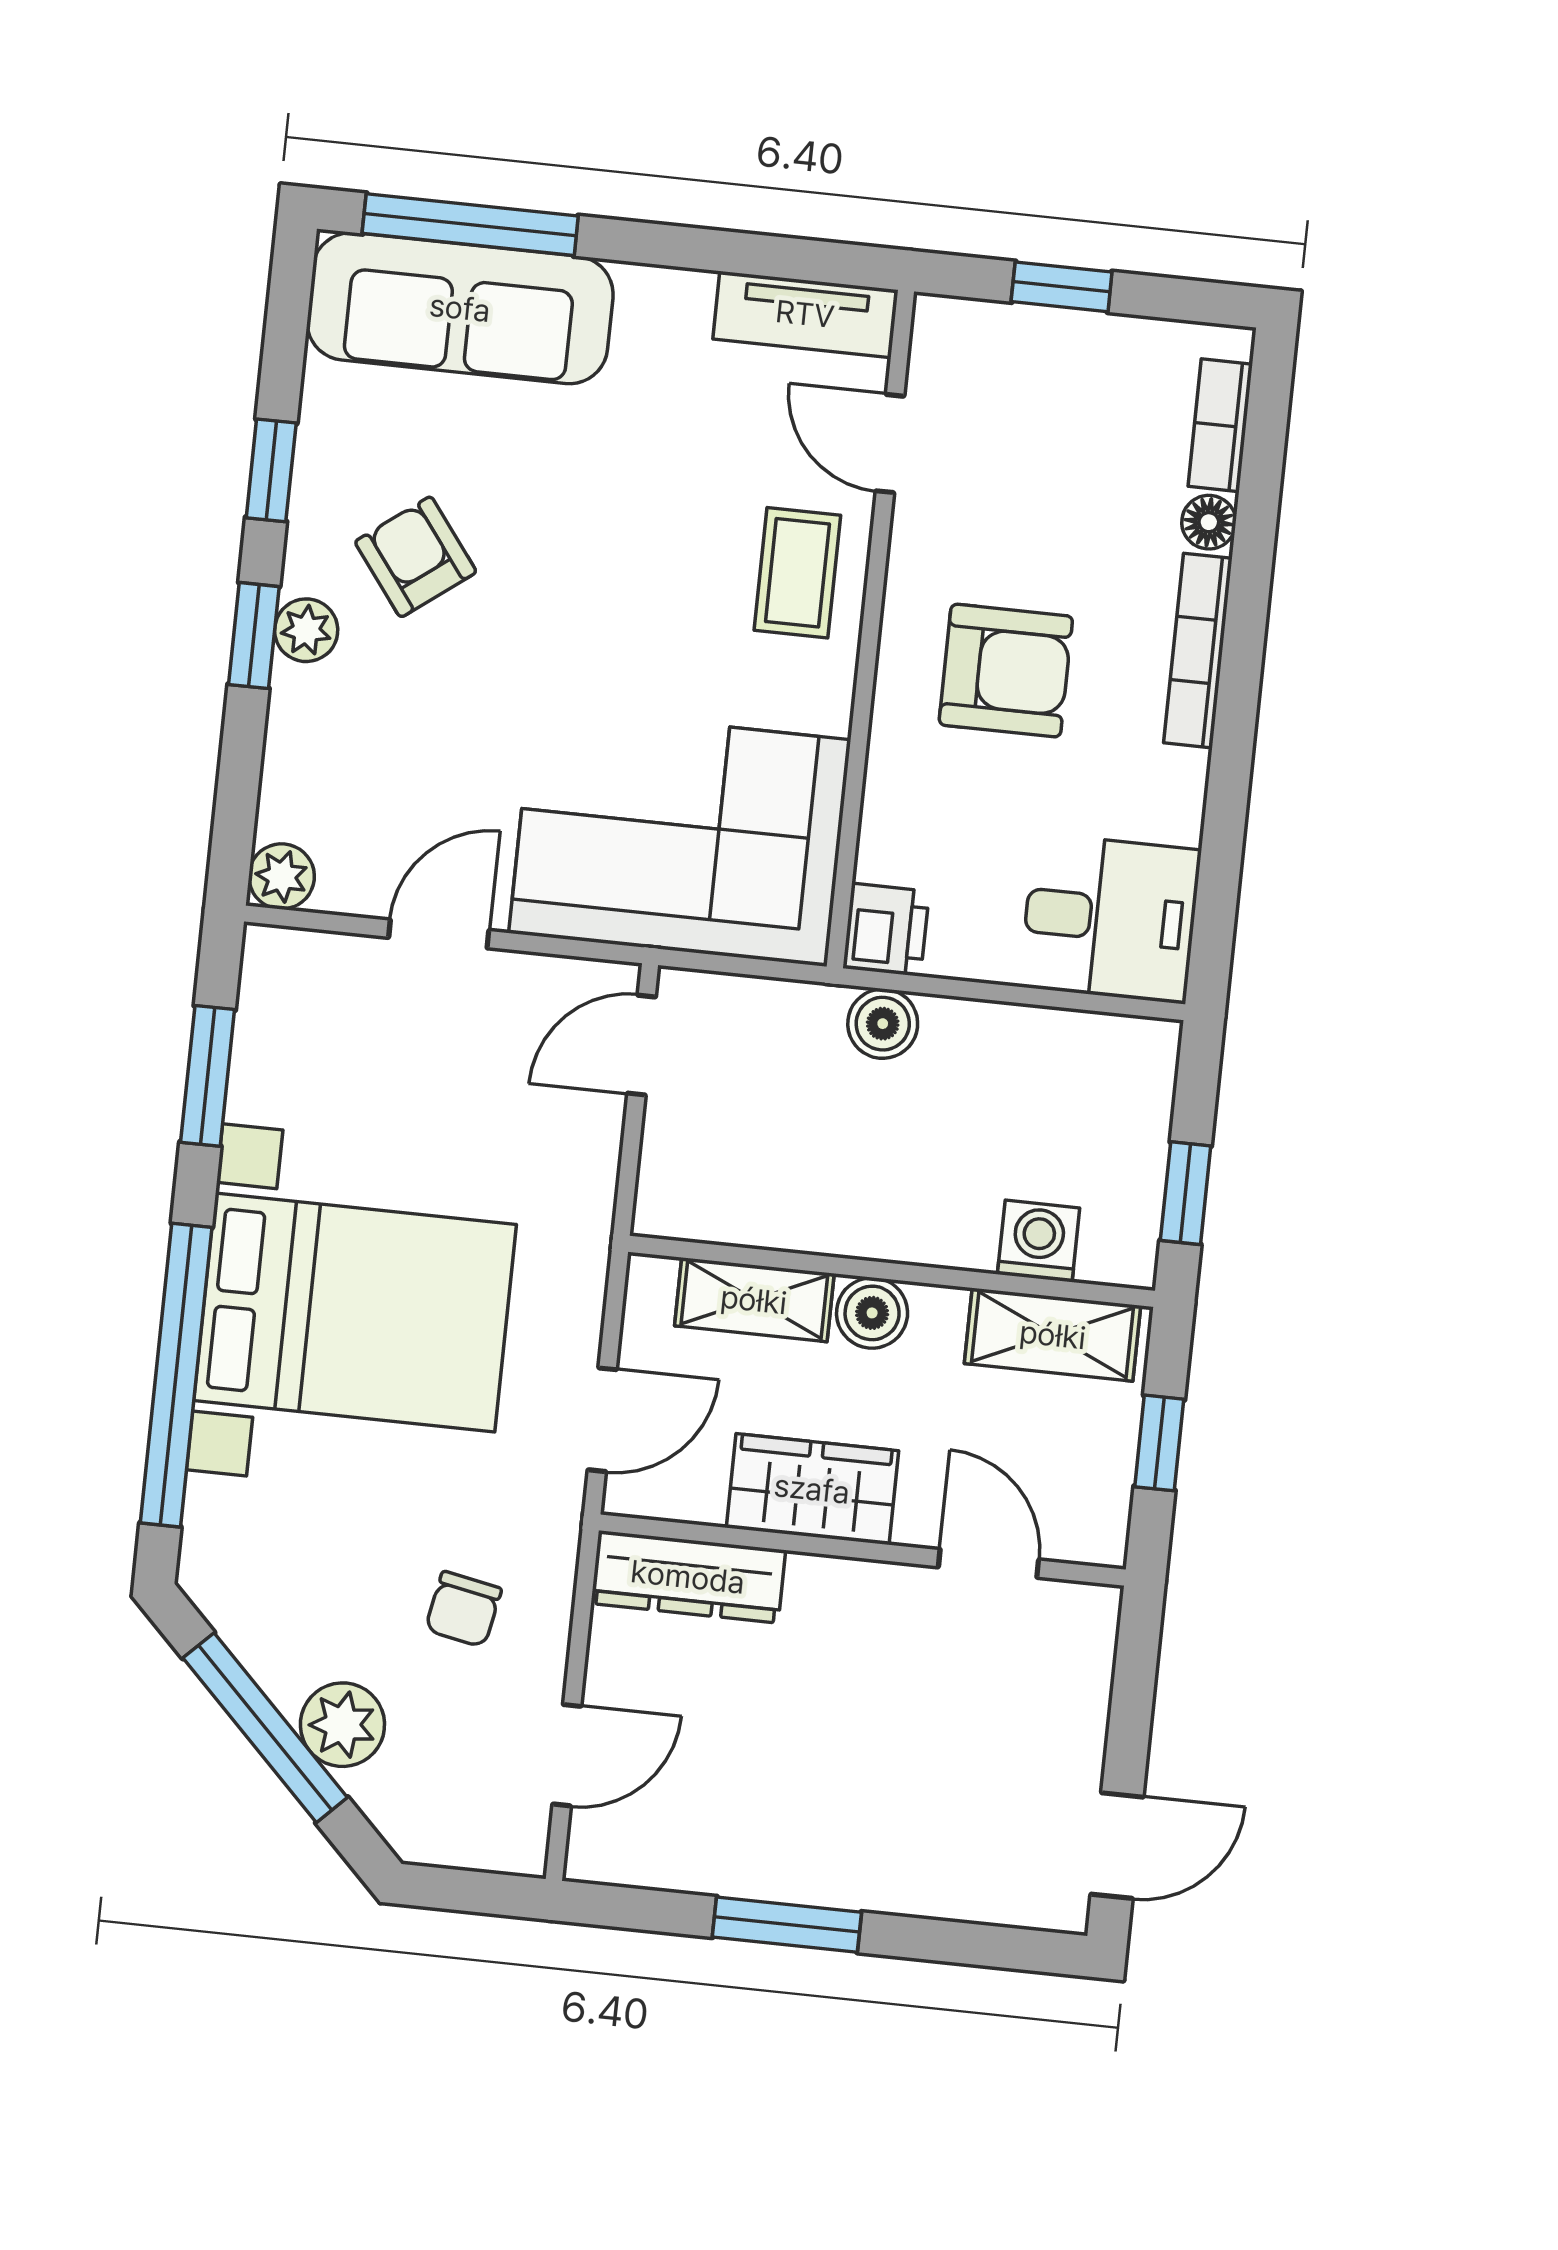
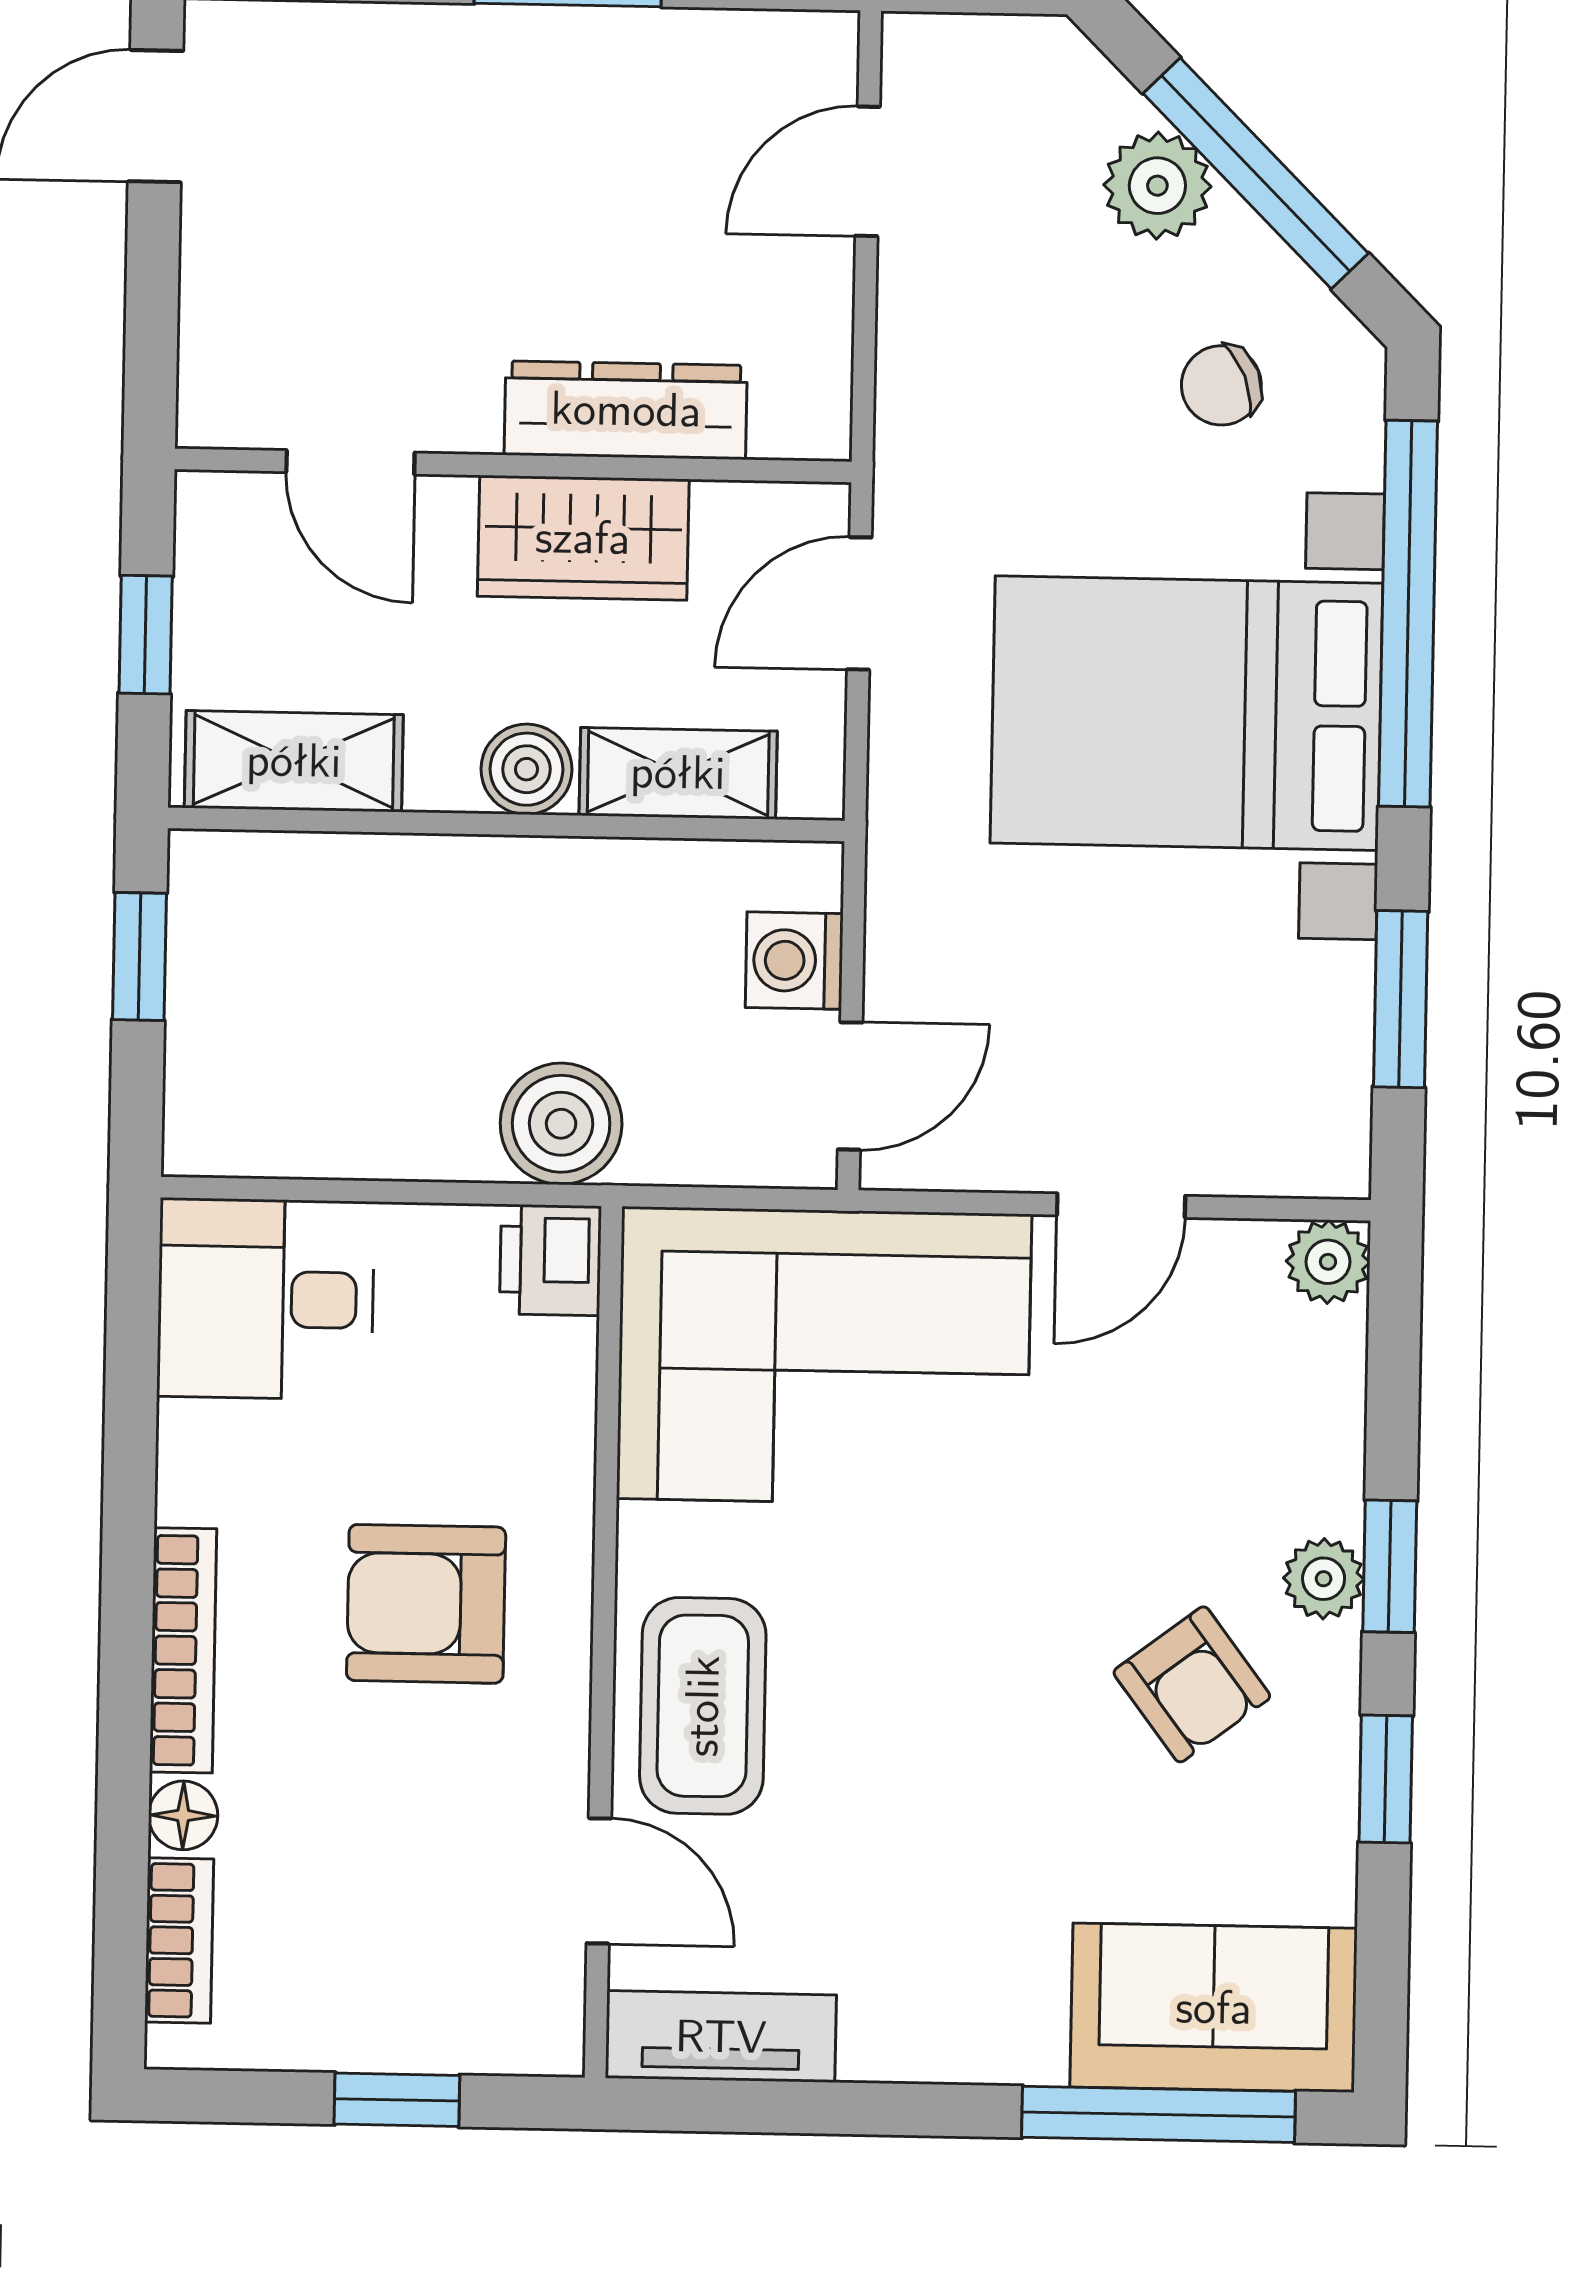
sofa: (460, 308) -> (1214, 2008), width x0.73
coffee table: (797, 573) -> (703, 1706), width x1.36, depth x1.30
boiler: (883, 1024) -> (561, 1124), width x1.36, depth x1.36
washing machine: (1039, 1241) -> (794, 961), moved, turned 90
dresser: (688, 1577) -> (626, 410), moved
chair: (463, 1609) -> (1221, 385), moved, turned -123

